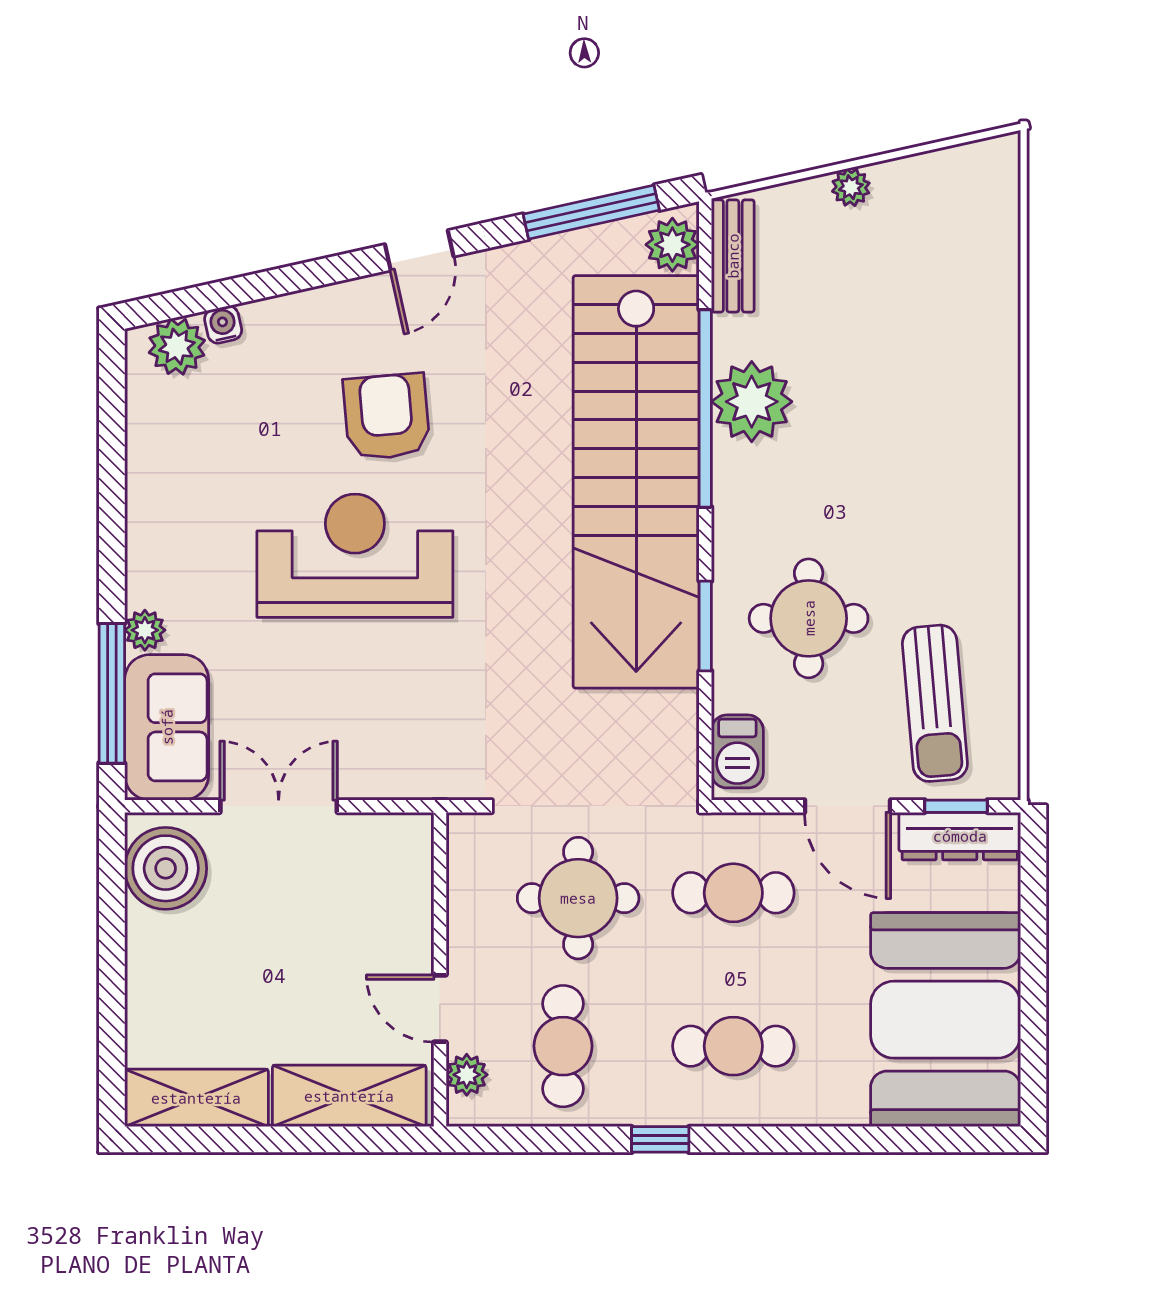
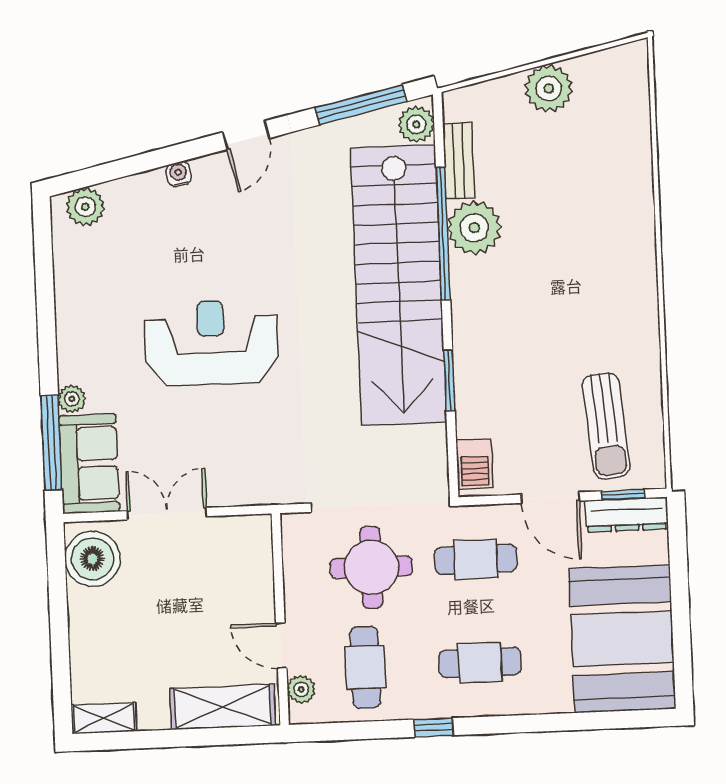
plant: (851, 187) -> (549, 88), width x1.88, depth x1.88
bench: (733, 256) -> (459, 161), moved
water cooler: (223, 325) -> (179, 174), moved
armchair: (387, 417) -> (229, 248), removed
round table: (809, 618) -> (519, 372), removed
shelving: (196, 1098) -> (104, 718), width x0.67, depth x0.75

